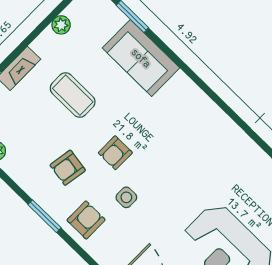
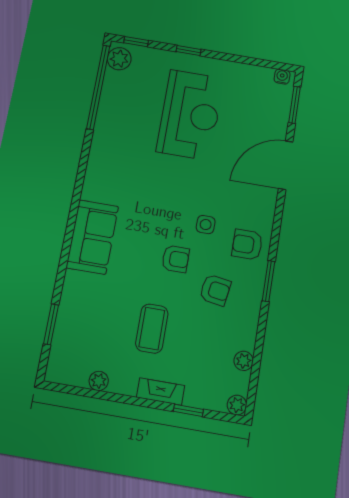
sofa: (141, 58) -> (92, 237), moved

